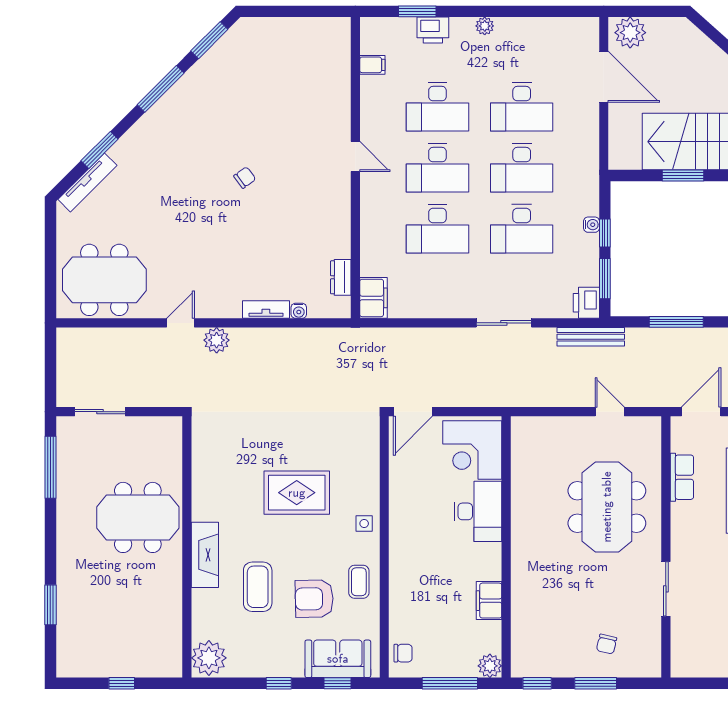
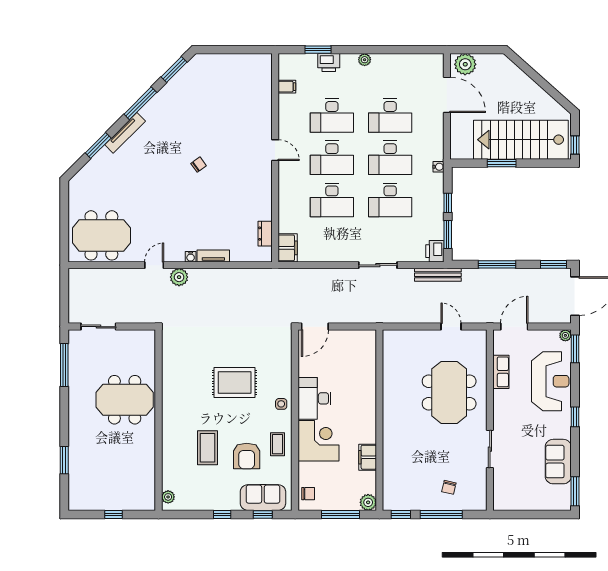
tv unit: (87, 182) -> (125, 133), moved
water cooler: (591, 225) -> (438, 167), moved
water cooler: (299, 311) -> (191, 257), moved
corner desk: (472, 450) -> (318, 441), moved, turned 180
desk: (478, 511) -> (315, 398), moved, turned 180
fireplace: (205, 555) -> (171, 426), removed
armchair: (314, 599) -> (247, 456), turned -89
plant: (209, 658) -> (168, 497), width x0.53, depth x0.53
window: (596, 683) -> (441, 514), width x1.44

